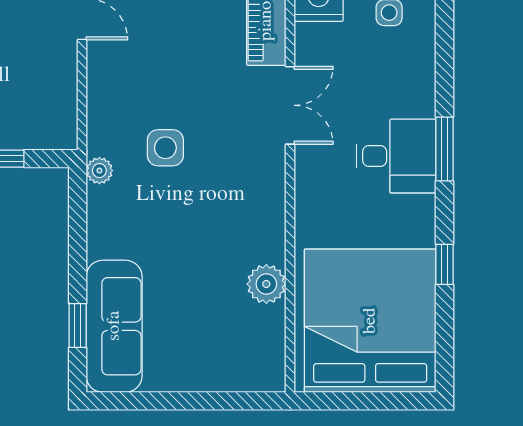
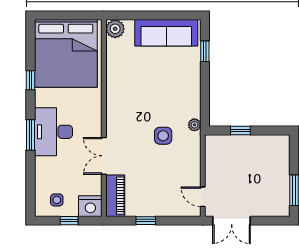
desk: (396, 156) -> (53, 132), width x1.37
plant: (266, 284) -> (115, 29), moved
sofa: (114, 326) -> (166, 33), moved, turned -90

